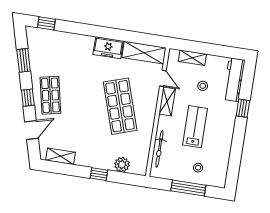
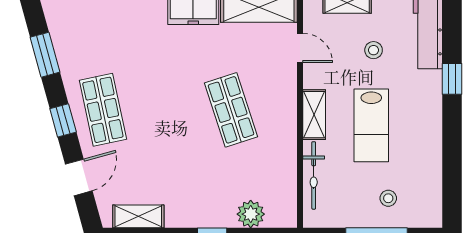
shelving: (167, 101) -> (314, 115), moved
shop shelf: (120, 106) -> (231, 110), width x0.70, depth x0.74
lab bench: (195, 127) -> (371, 125), turned 180

